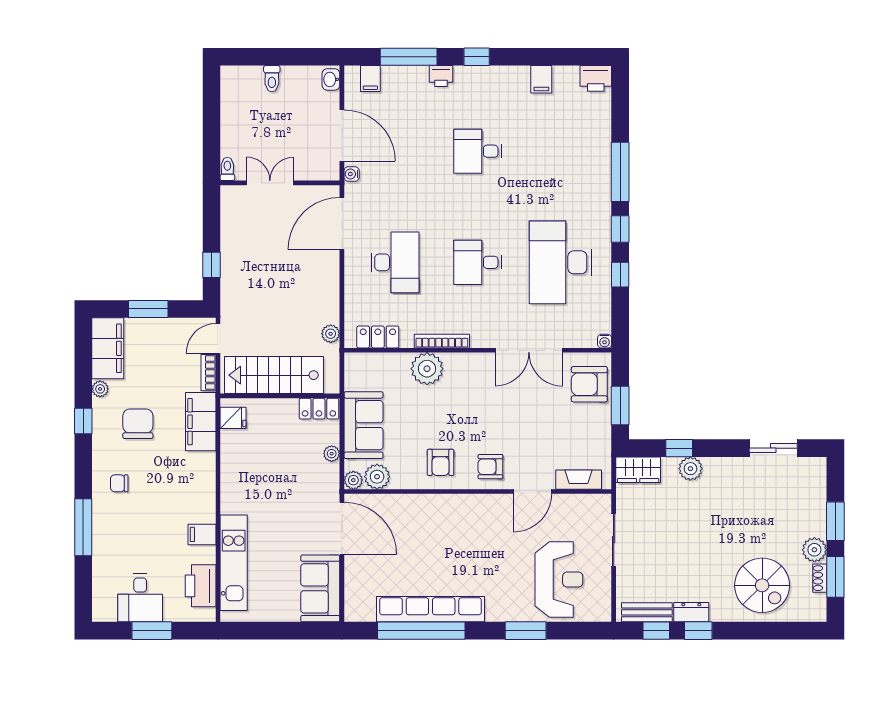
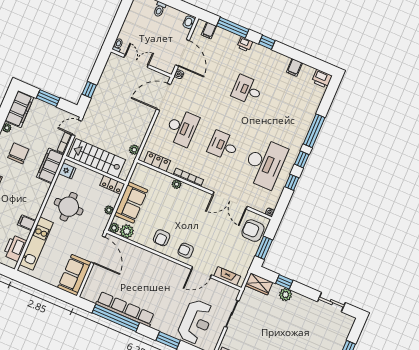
desk: (561, 262) -> (265, 163), turned 180
plant: (427, 369) -> (177, 184), width x0.53, depth x0.53
round table: (261, 477) -> (69, 207), added

